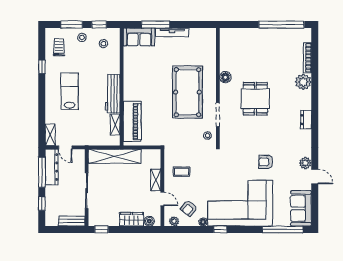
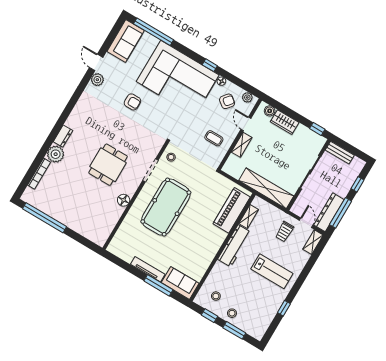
trolley: (59, 47) -> (285, 232), moved
lab bench: (70, 91) -> (272, 271), turned -90
dresser: (306, 120) -> (63, 136), moved

